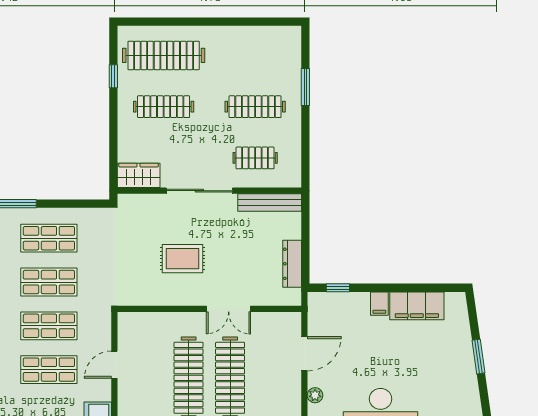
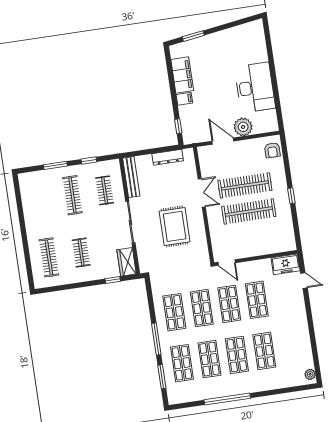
clothes rail: (164, 55) -> (49, 257), width x0.73, depth x0.76
window: (113, 76) -> (113, 280), moved
clothes rail: (164, 107) -> (81, 253), width x0.73
window: (305, 140) -> (89, 160), added
rug: (183, 259) -> (175, 226), width x1.36, depth x1.43
window: (479, 357) -> (193, 36), moved
door: (114, 365) -> (227, 262), moved
plant: (315, 395) -> (243, 127), width x1.88, depth x1.88

